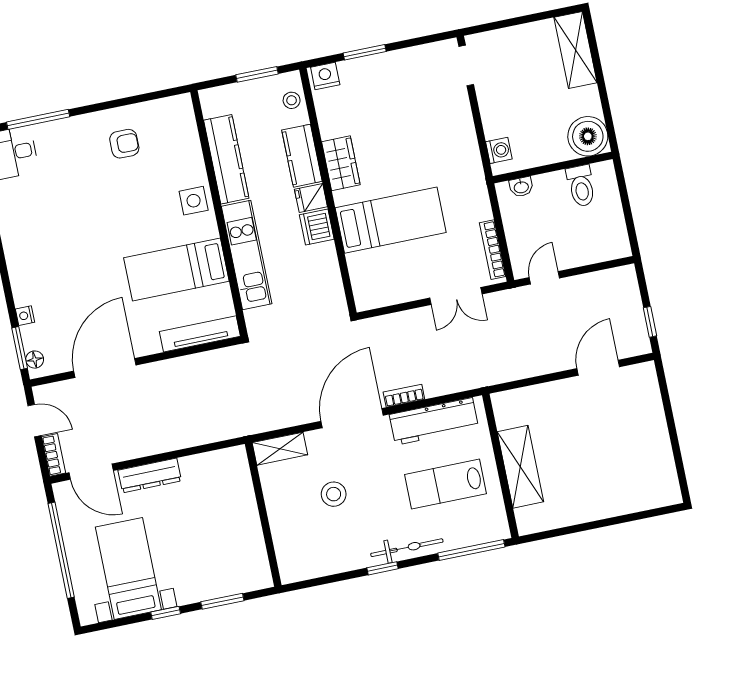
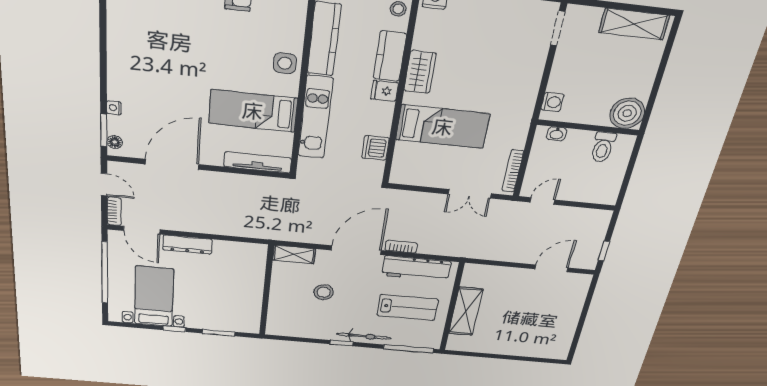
shelving: (575, 50) -> (634, 24), moved, turned 90
dishwasher: (317, 227) -> (375, 148), moved
lab bench: (445, 484) -> (408, 307), turned 180

